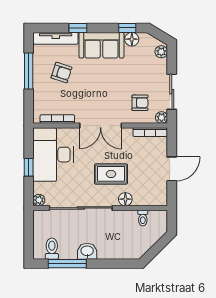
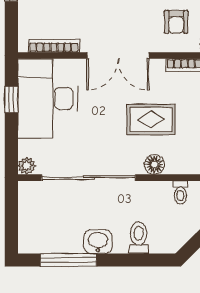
armchair: (140, 103) -> (176, 22), turned 90
window: (29, 167) -> (11, 99), moved
rug: (111, 174) -> (151, 119), moved
toilet: (52, 249) -> (139, 238), moved

